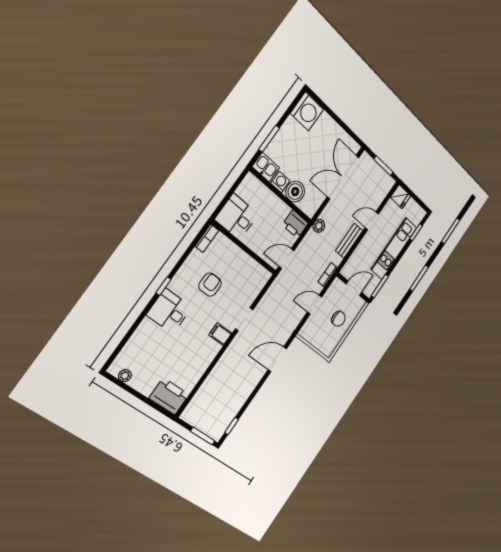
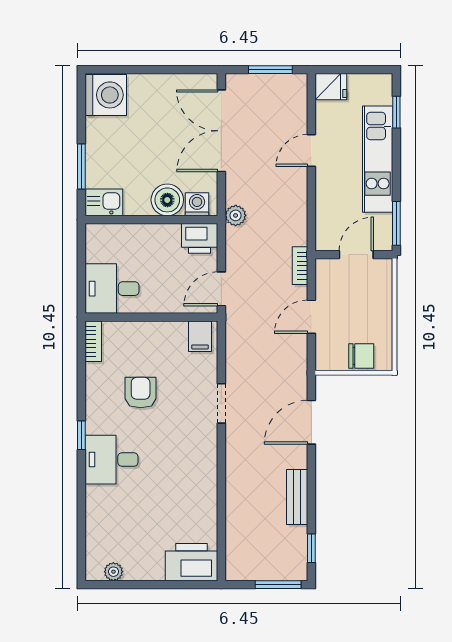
washing machine: (280, 182) -> (197, 204), moved
bench: (349, 241) -> (297, 497), moved
chair: (338, 319) -> (361, 356), moved
filing cabinet: (220, 334) -> (200, 336), moved, turned -90

